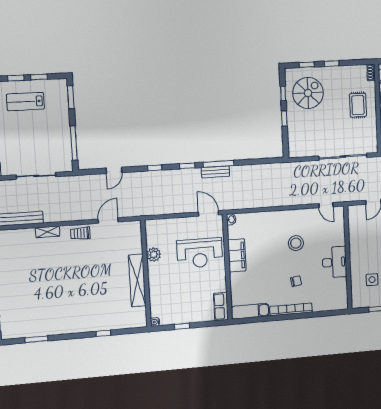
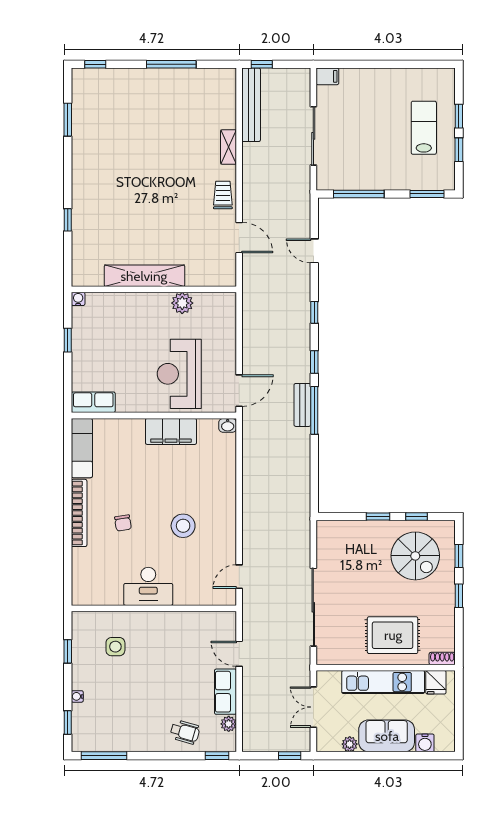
rug: (358, 105) -> (393, 635), width x1.36, depth x1.43

